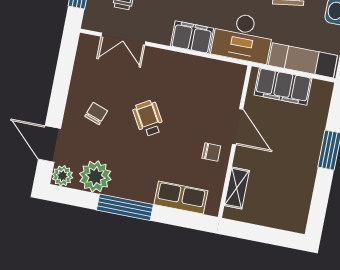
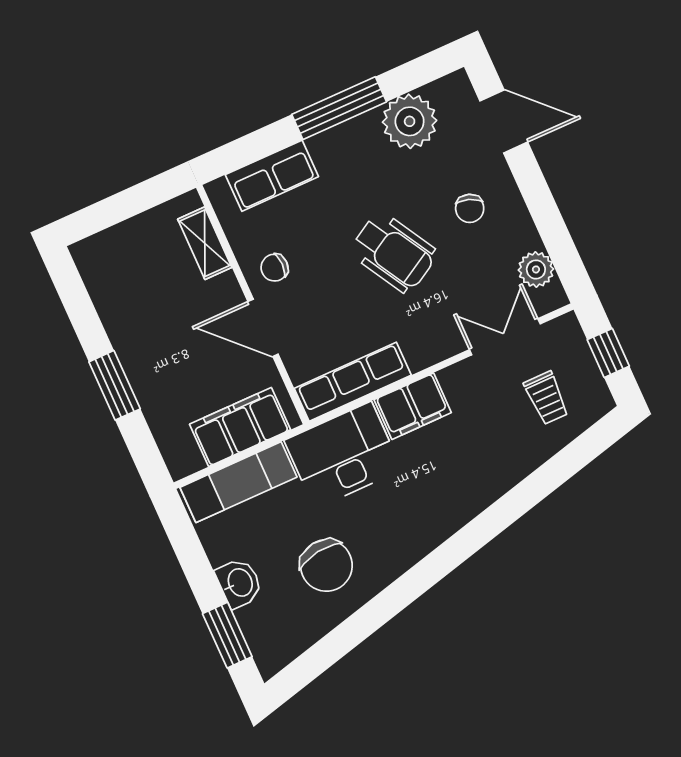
row of seats: (213, 70) -> (353, 382), added
wheelchair: (148, 118) -> (394, 252), width x1.36, depth x1.37
plant: (62, 176) -> (536, 269), moved

